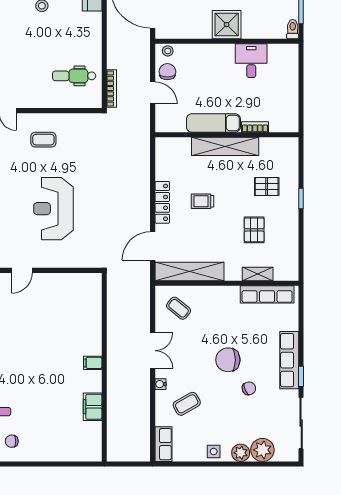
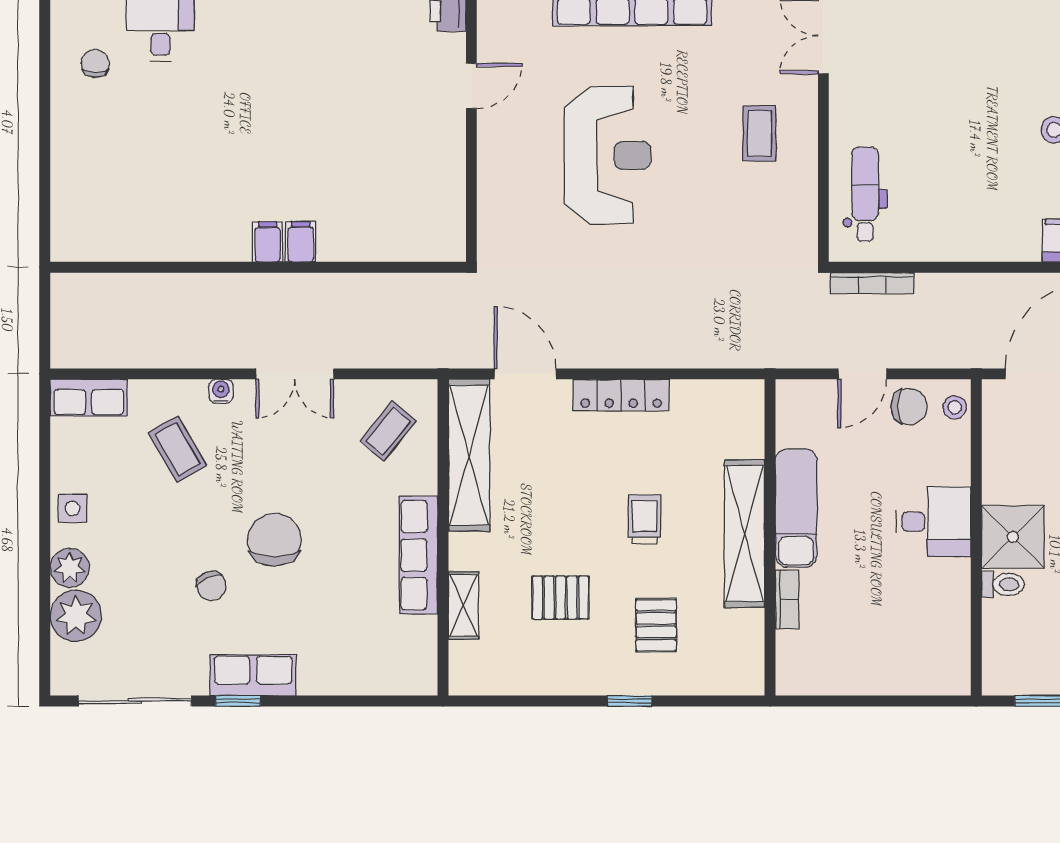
toilet: (293, 29) -> (1003, 584), moved
desk: (251, 61) -> (933, 522), moved
dental chair: (74, 76) -> (865, 194), moved
trolley: (203, 201) -> (645, 520), moved
reception desk: (53, 209) -> (607, 155), turned 90
door: (22, 270) -> (471, 86), swing flipped
row of seats: (267, 294) -> (419, 555), moved
row of seats: (289, 360) -> (253, 675), width x0.68
filing cabinet: (93, 407) -> (301, 242), moved, width x0.50

